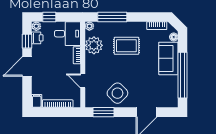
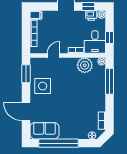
window: (49, 17) -> (110, 38), moved
rug: (126, 46) -> (84, 94), removed
sofa: (168, 58) -> (44, 131), moved
side table: (117, 93) -> (43, 86), turned 45

